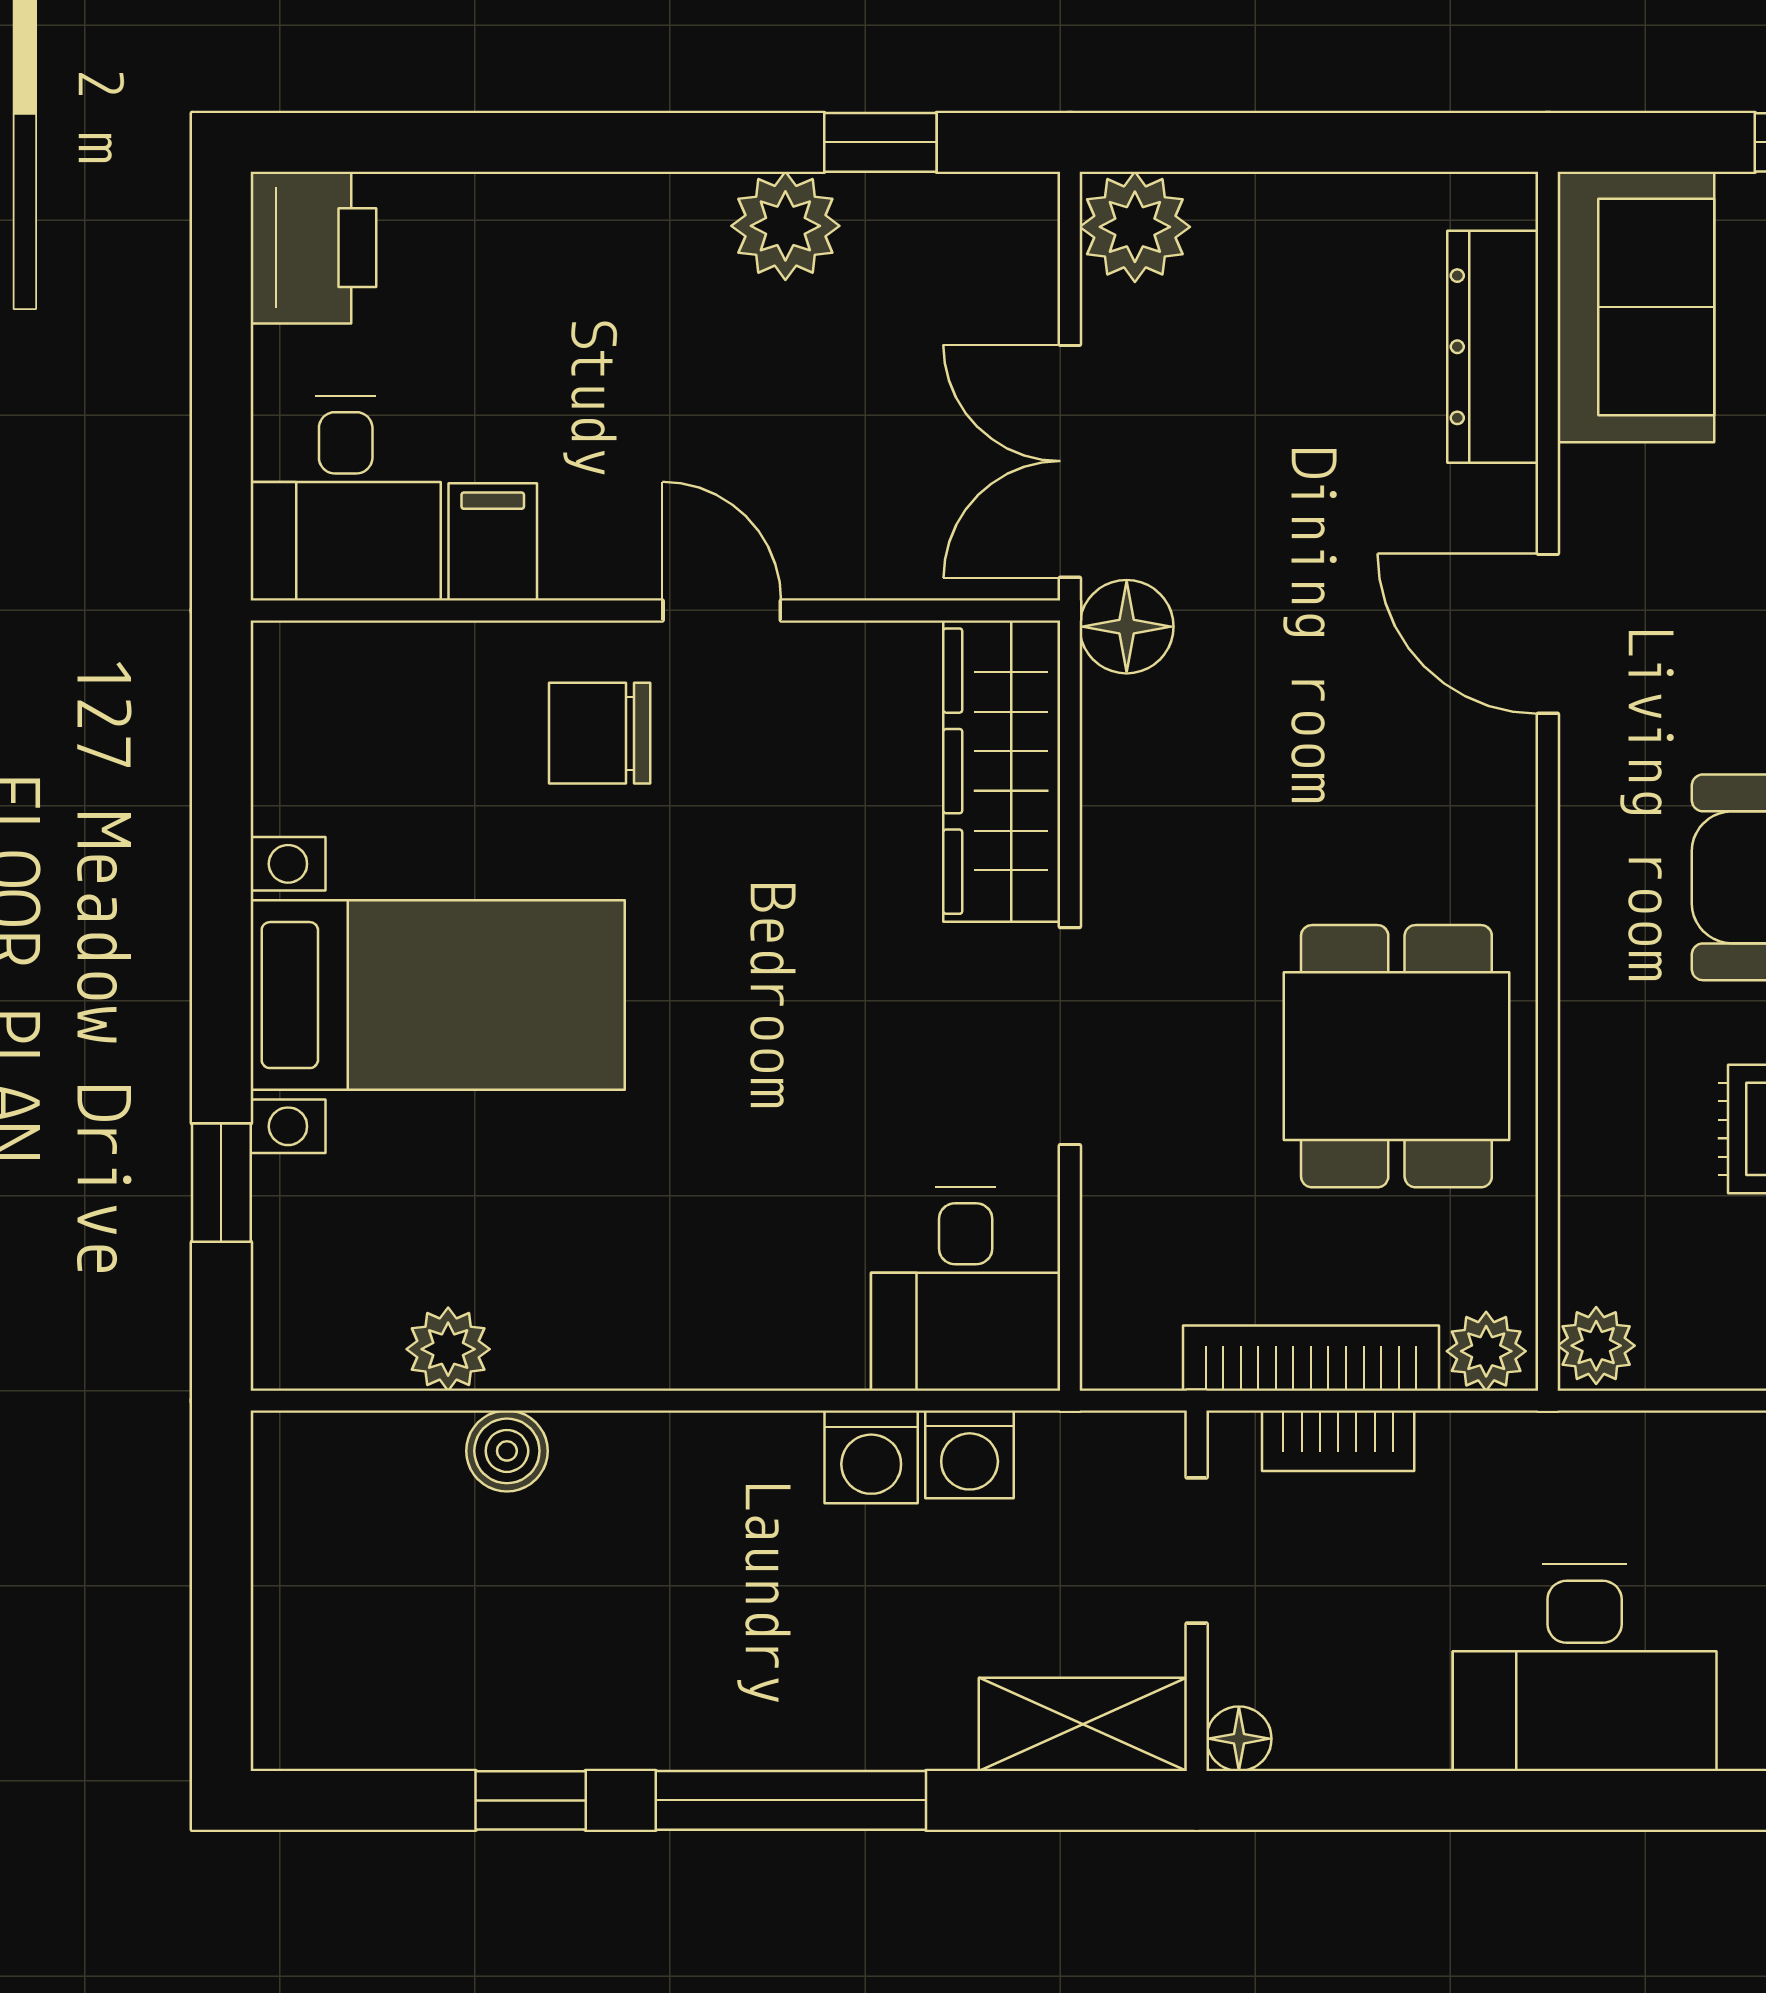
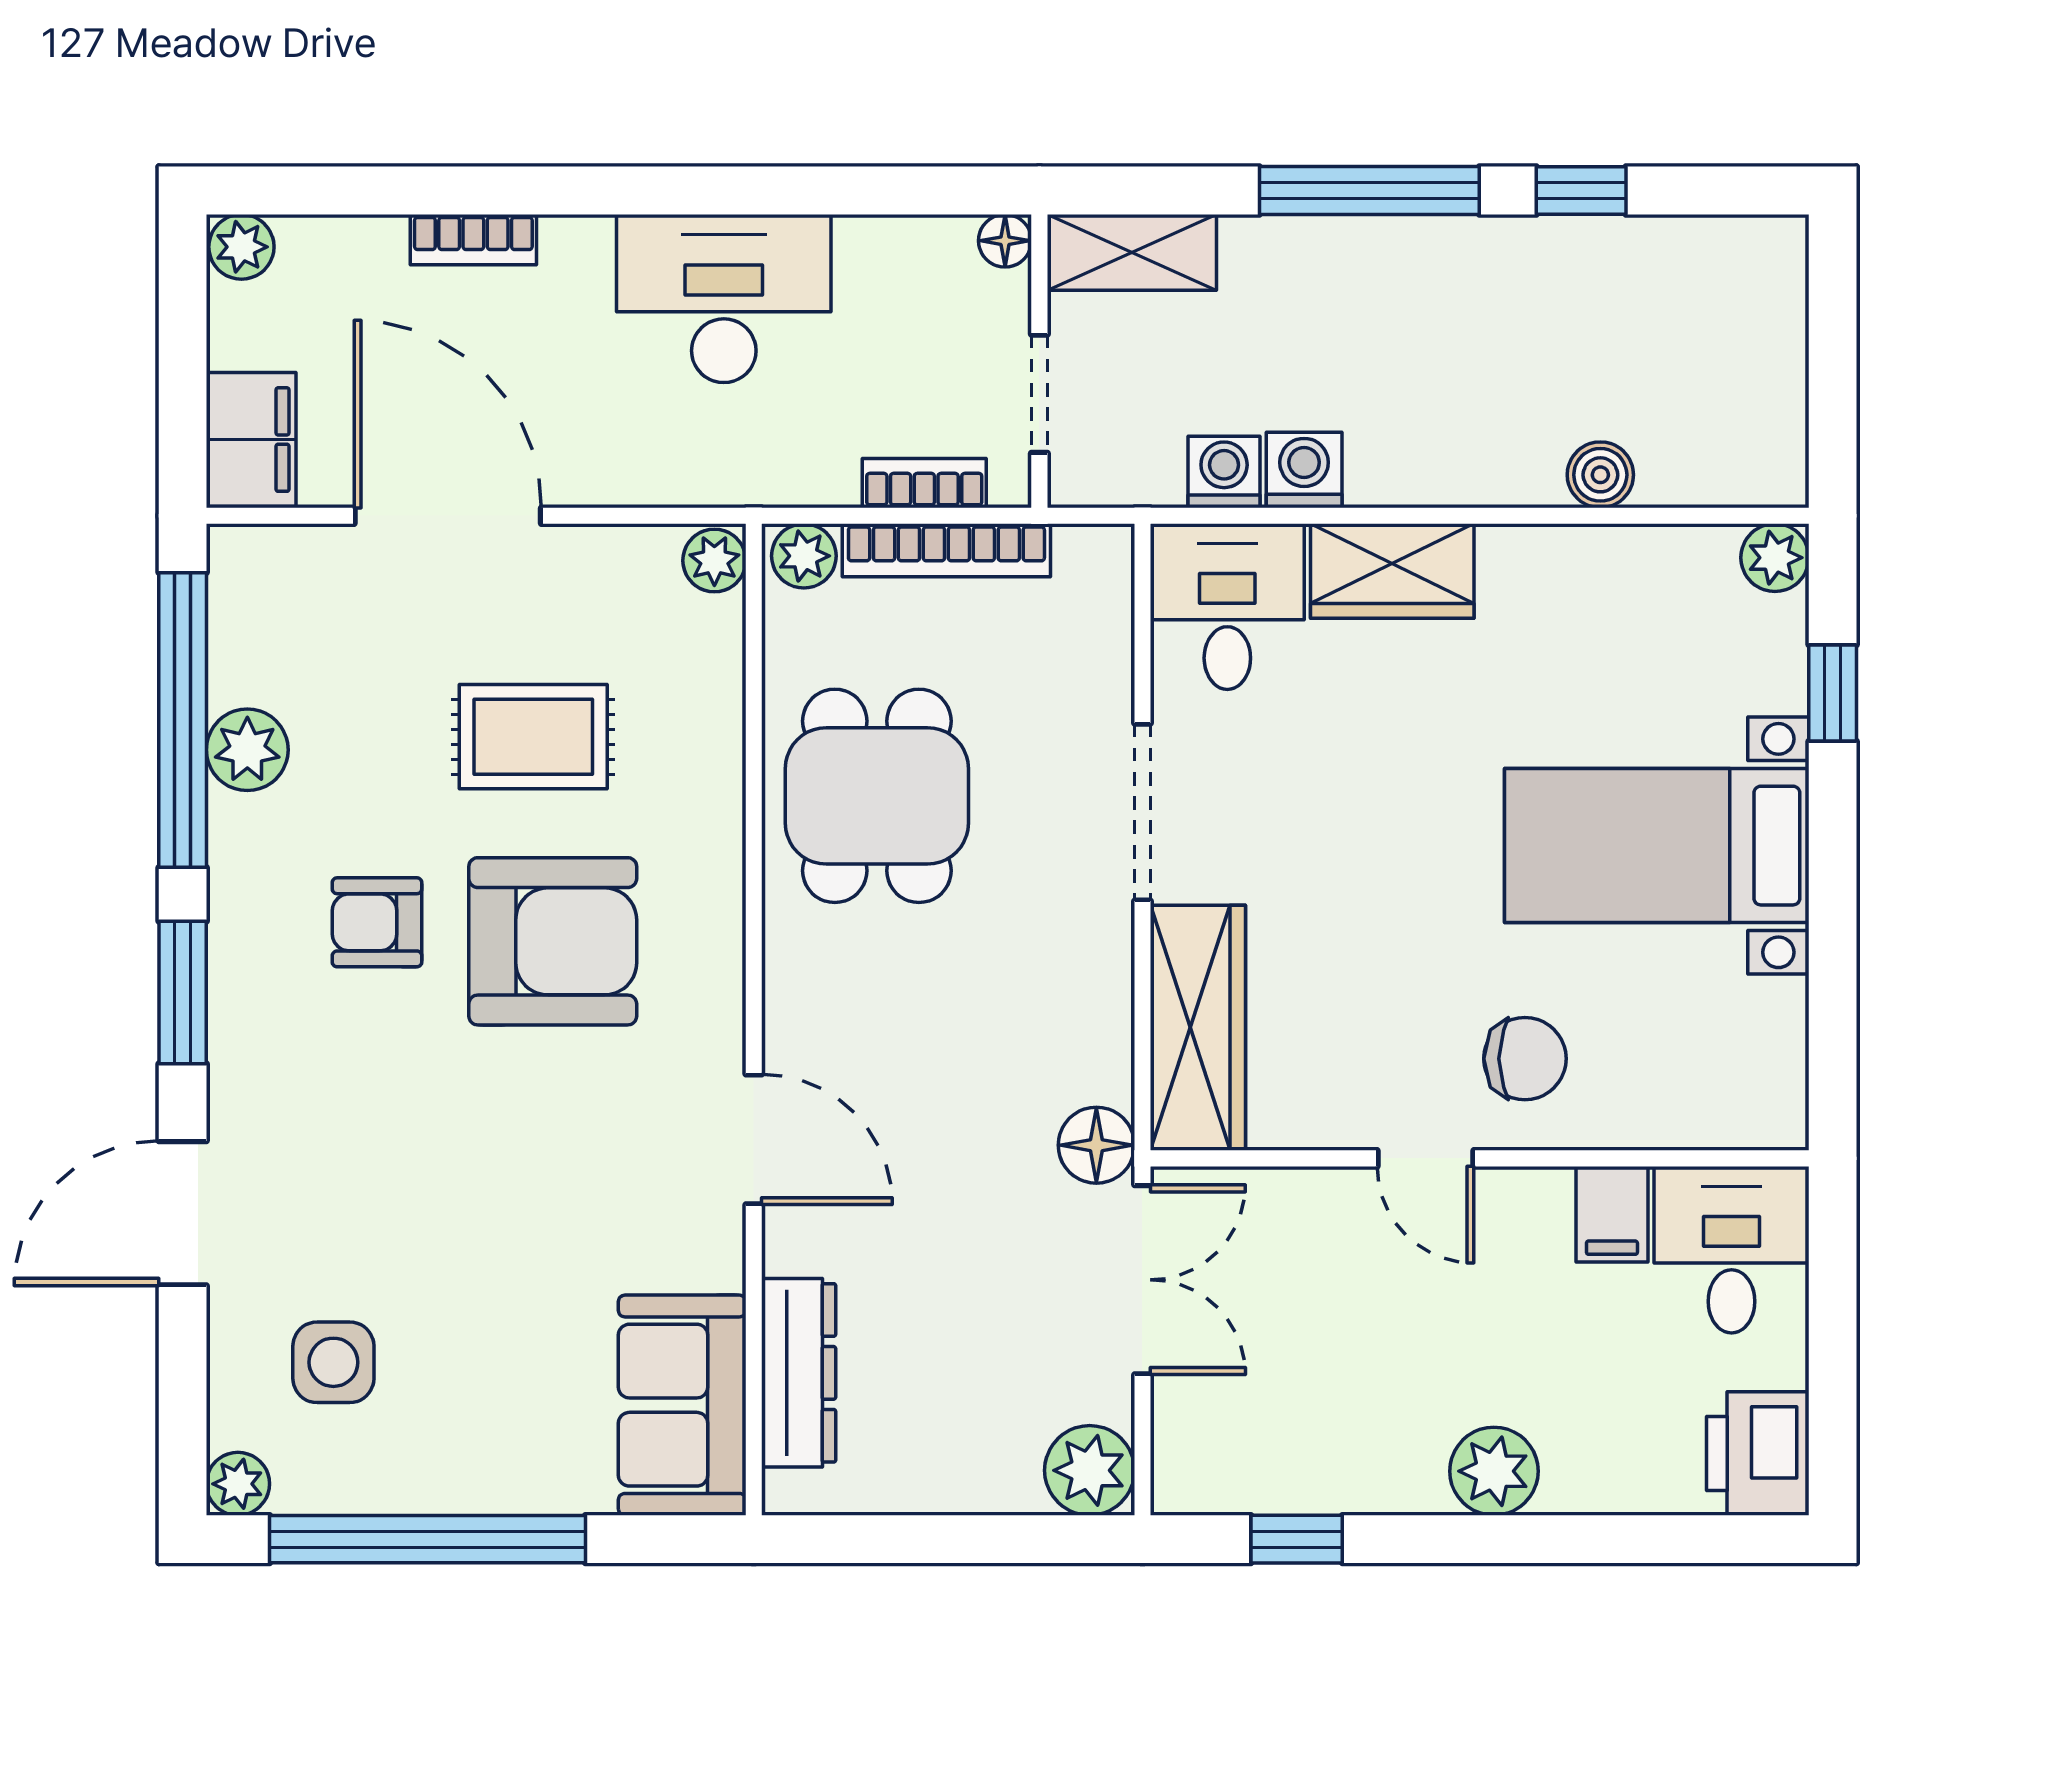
plant: (785, 226) -> (1494, 1471), moved
wardrobe: (763, 1333) -> (1392, 571), added
plant: (448, 1349) -> (1775, 558), moved

